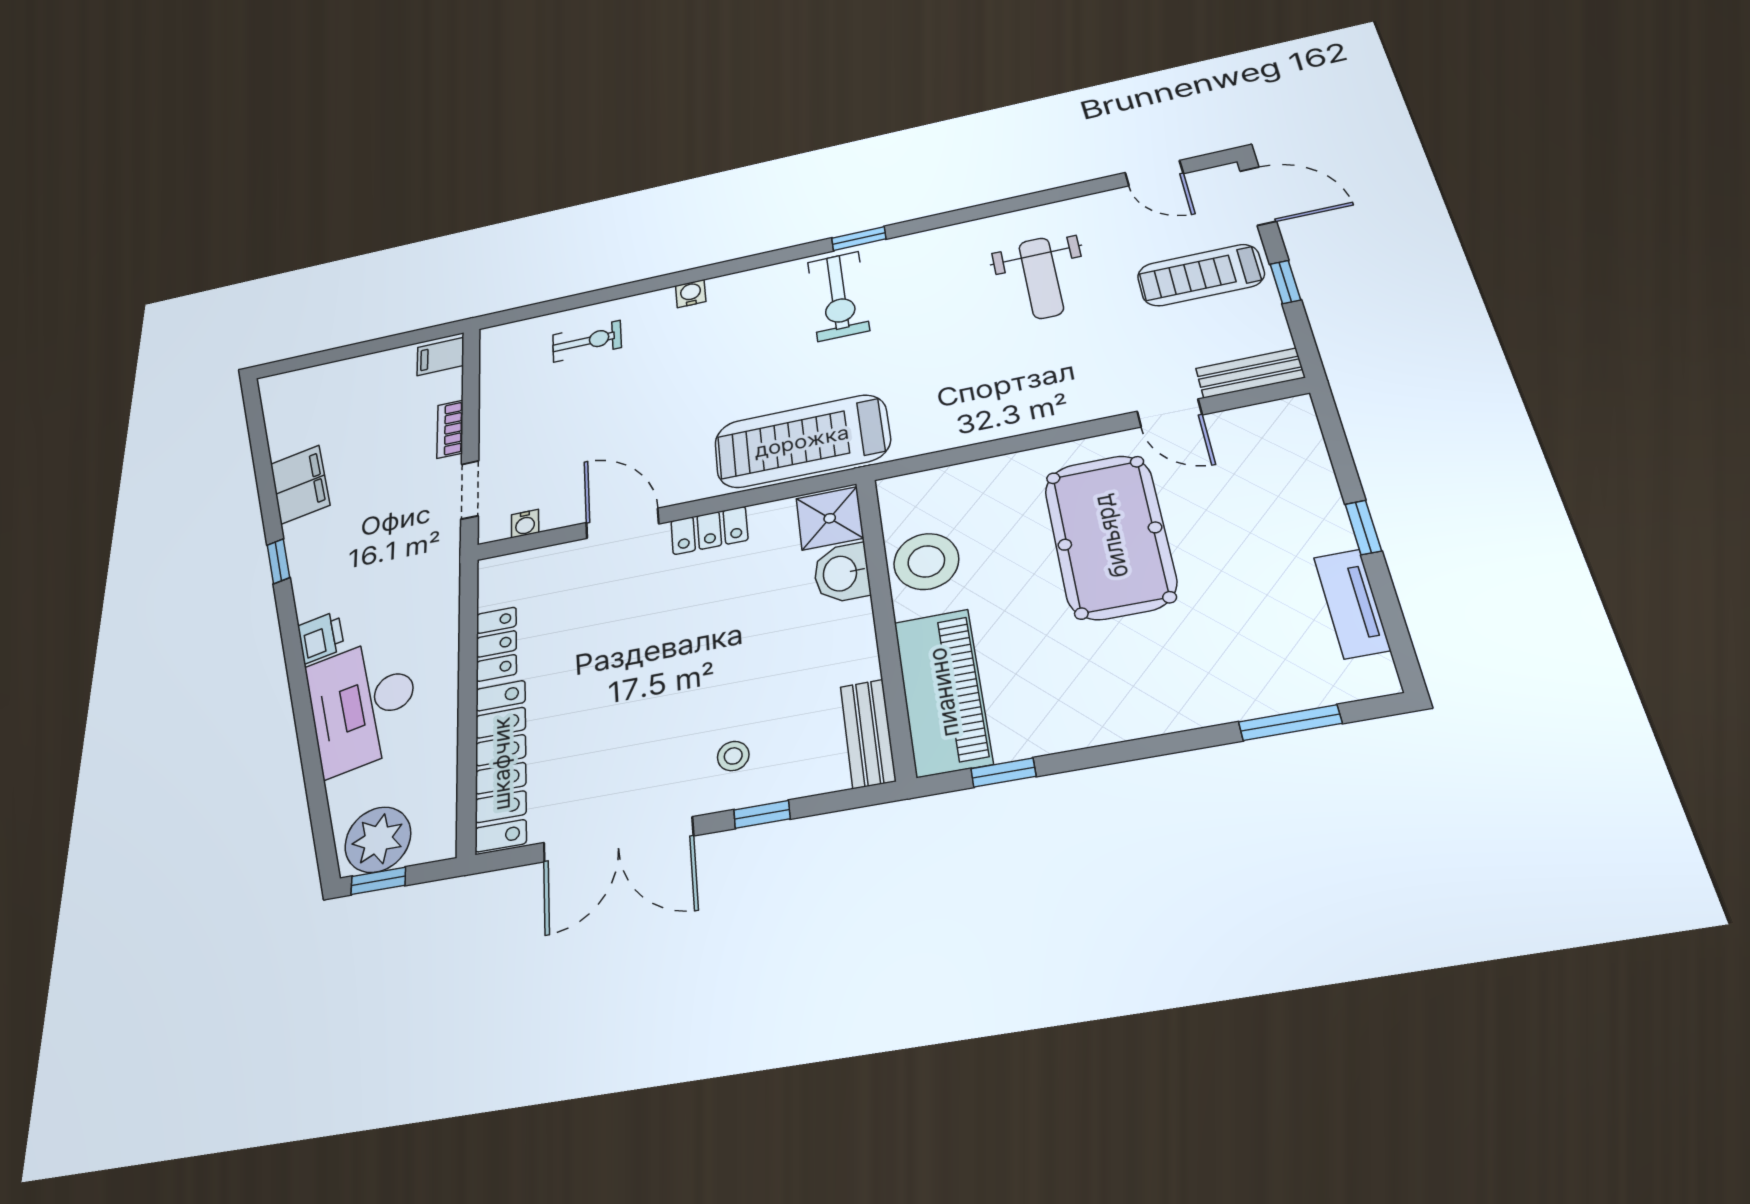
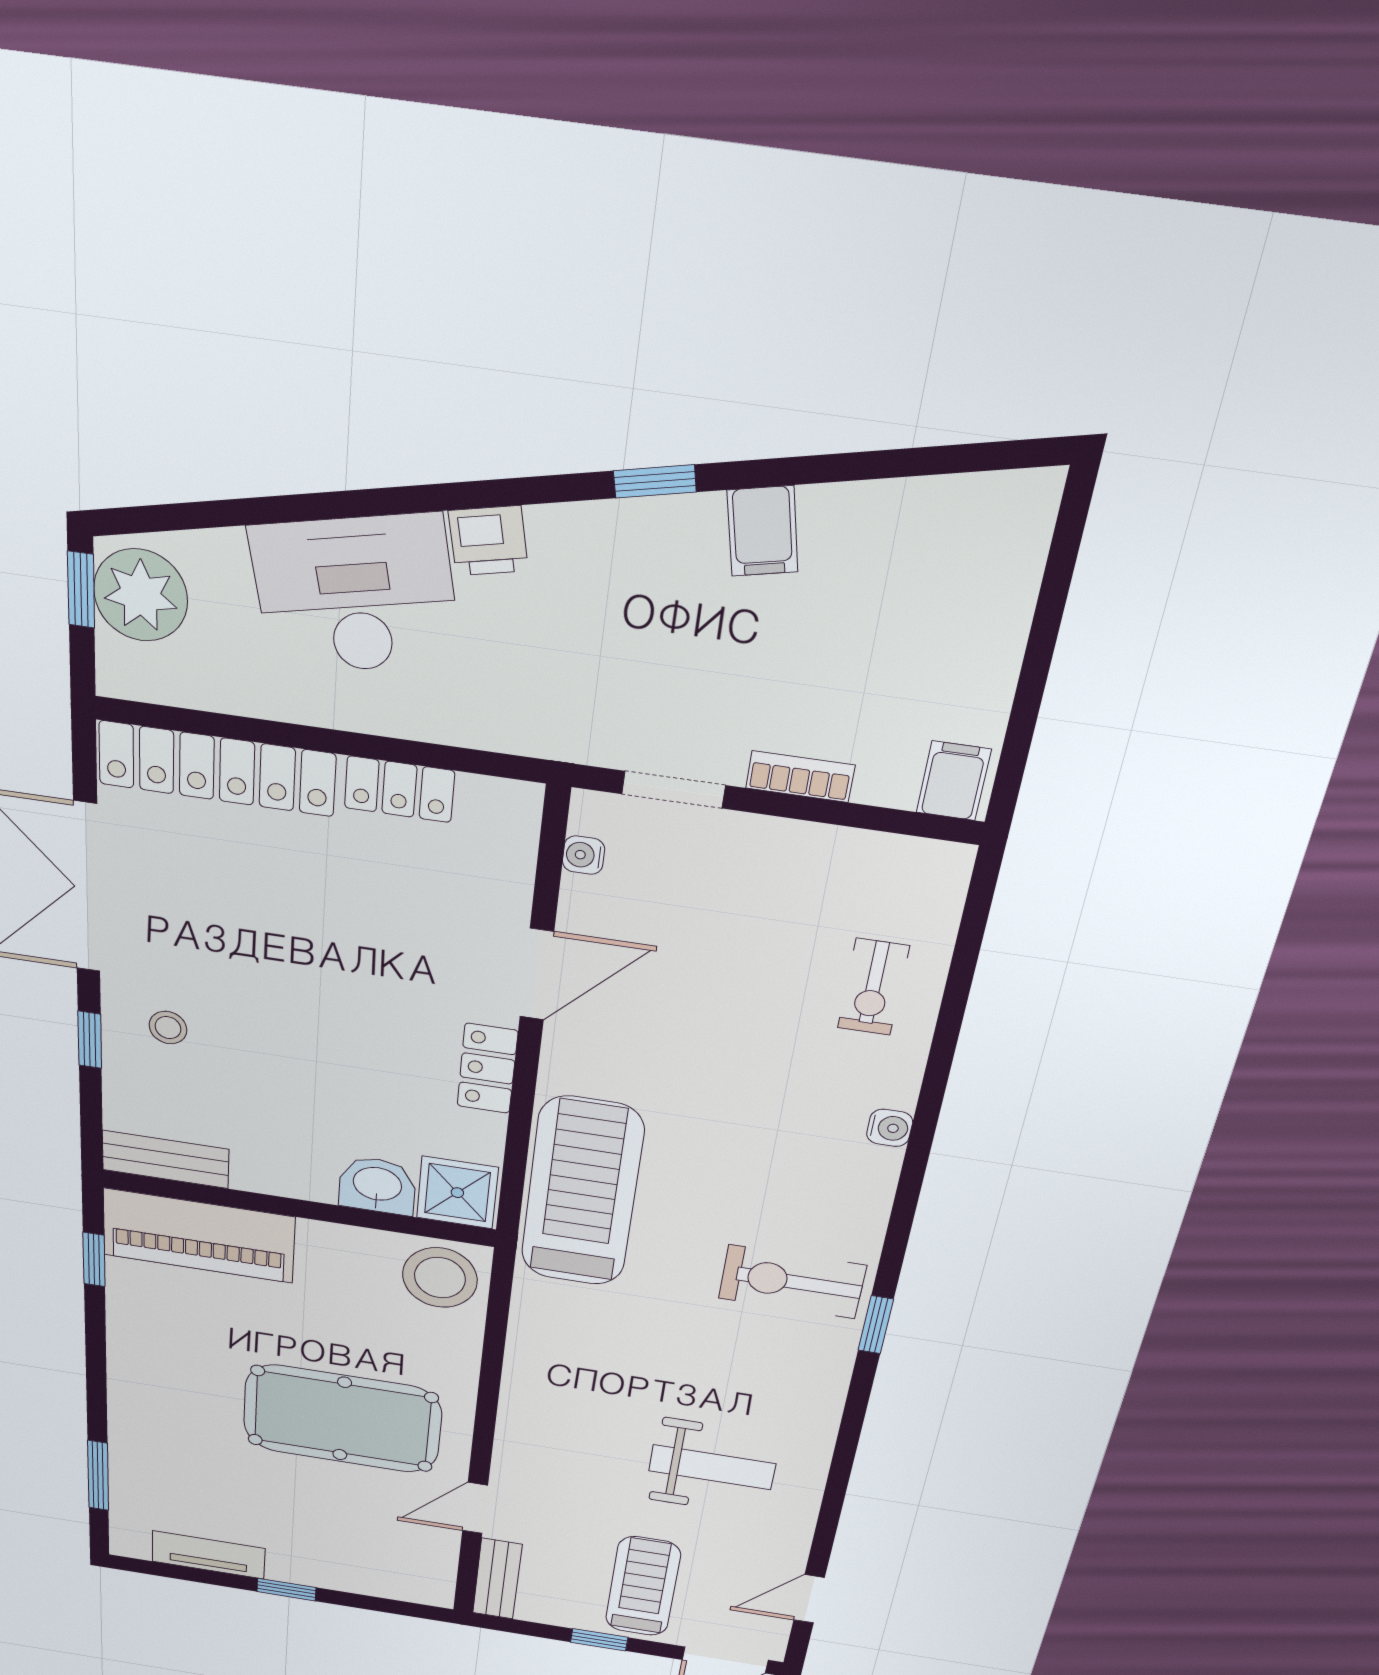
weight bench: (1041, 278) -> (712, 1467), turned 180
filing cabinet: (300, 484) -> (763, 531), width x0.50
stool: (926, 561) -> (440, 1278), moved

